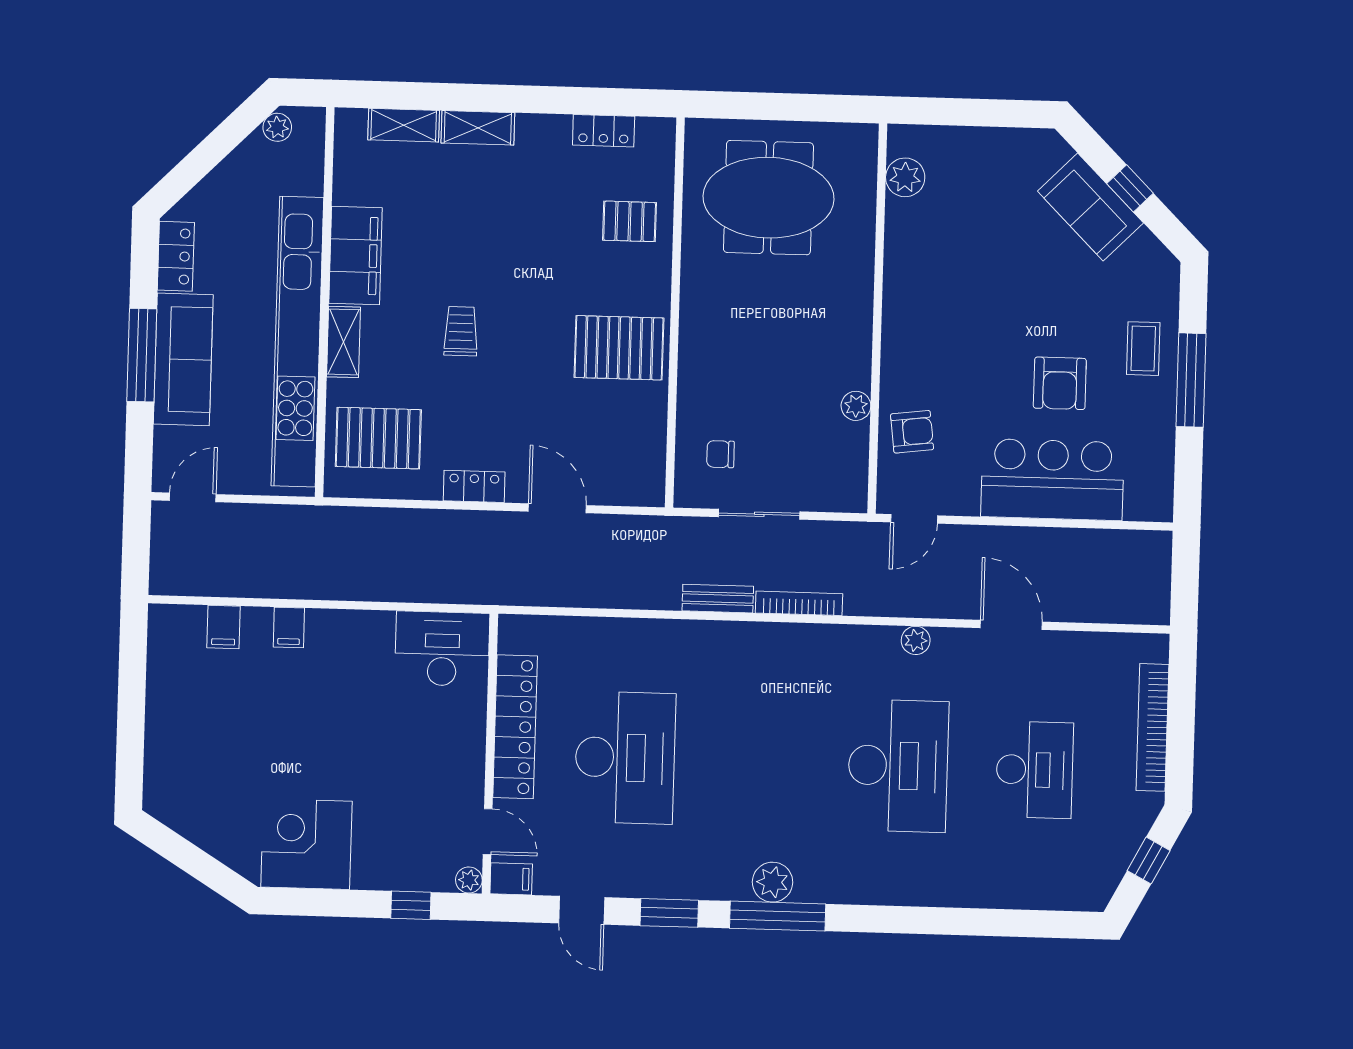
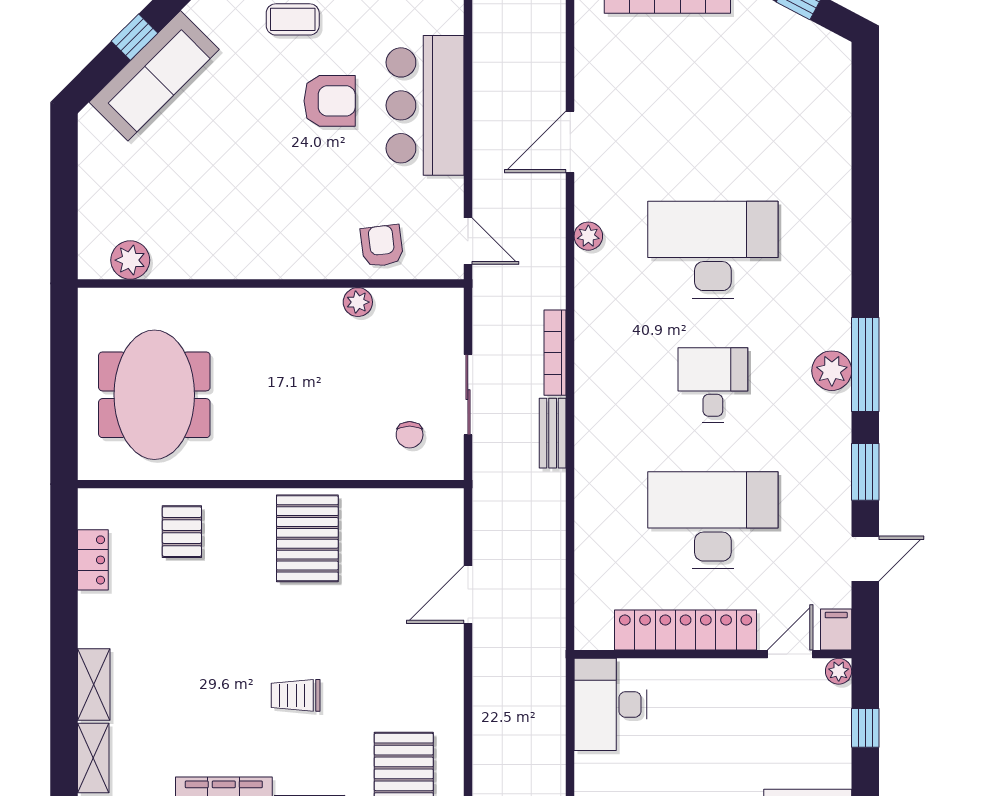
sofa: (1090, 207) -> (154, 76), width x1.36
locker: (474, 486) -> (449, 678), removed
desk: (1035, 770) -> (713, 385), moved, width x0.73

